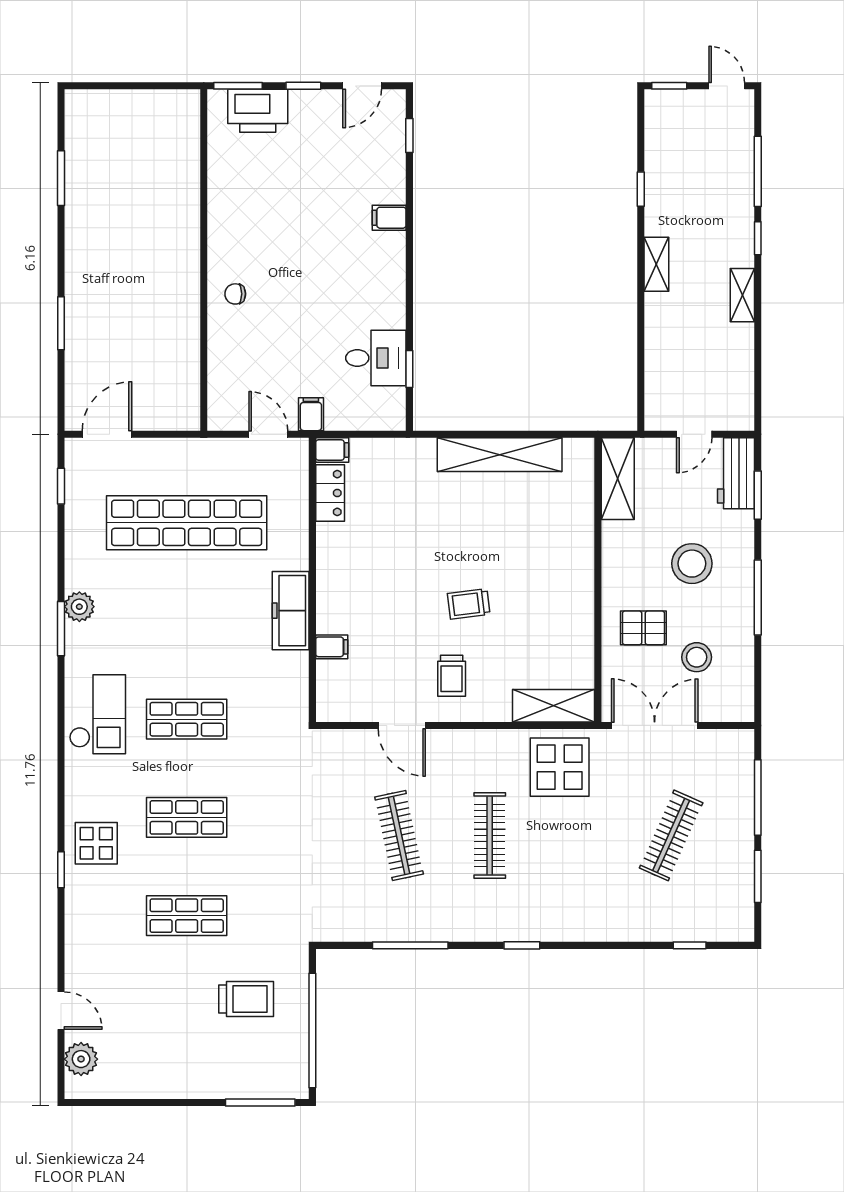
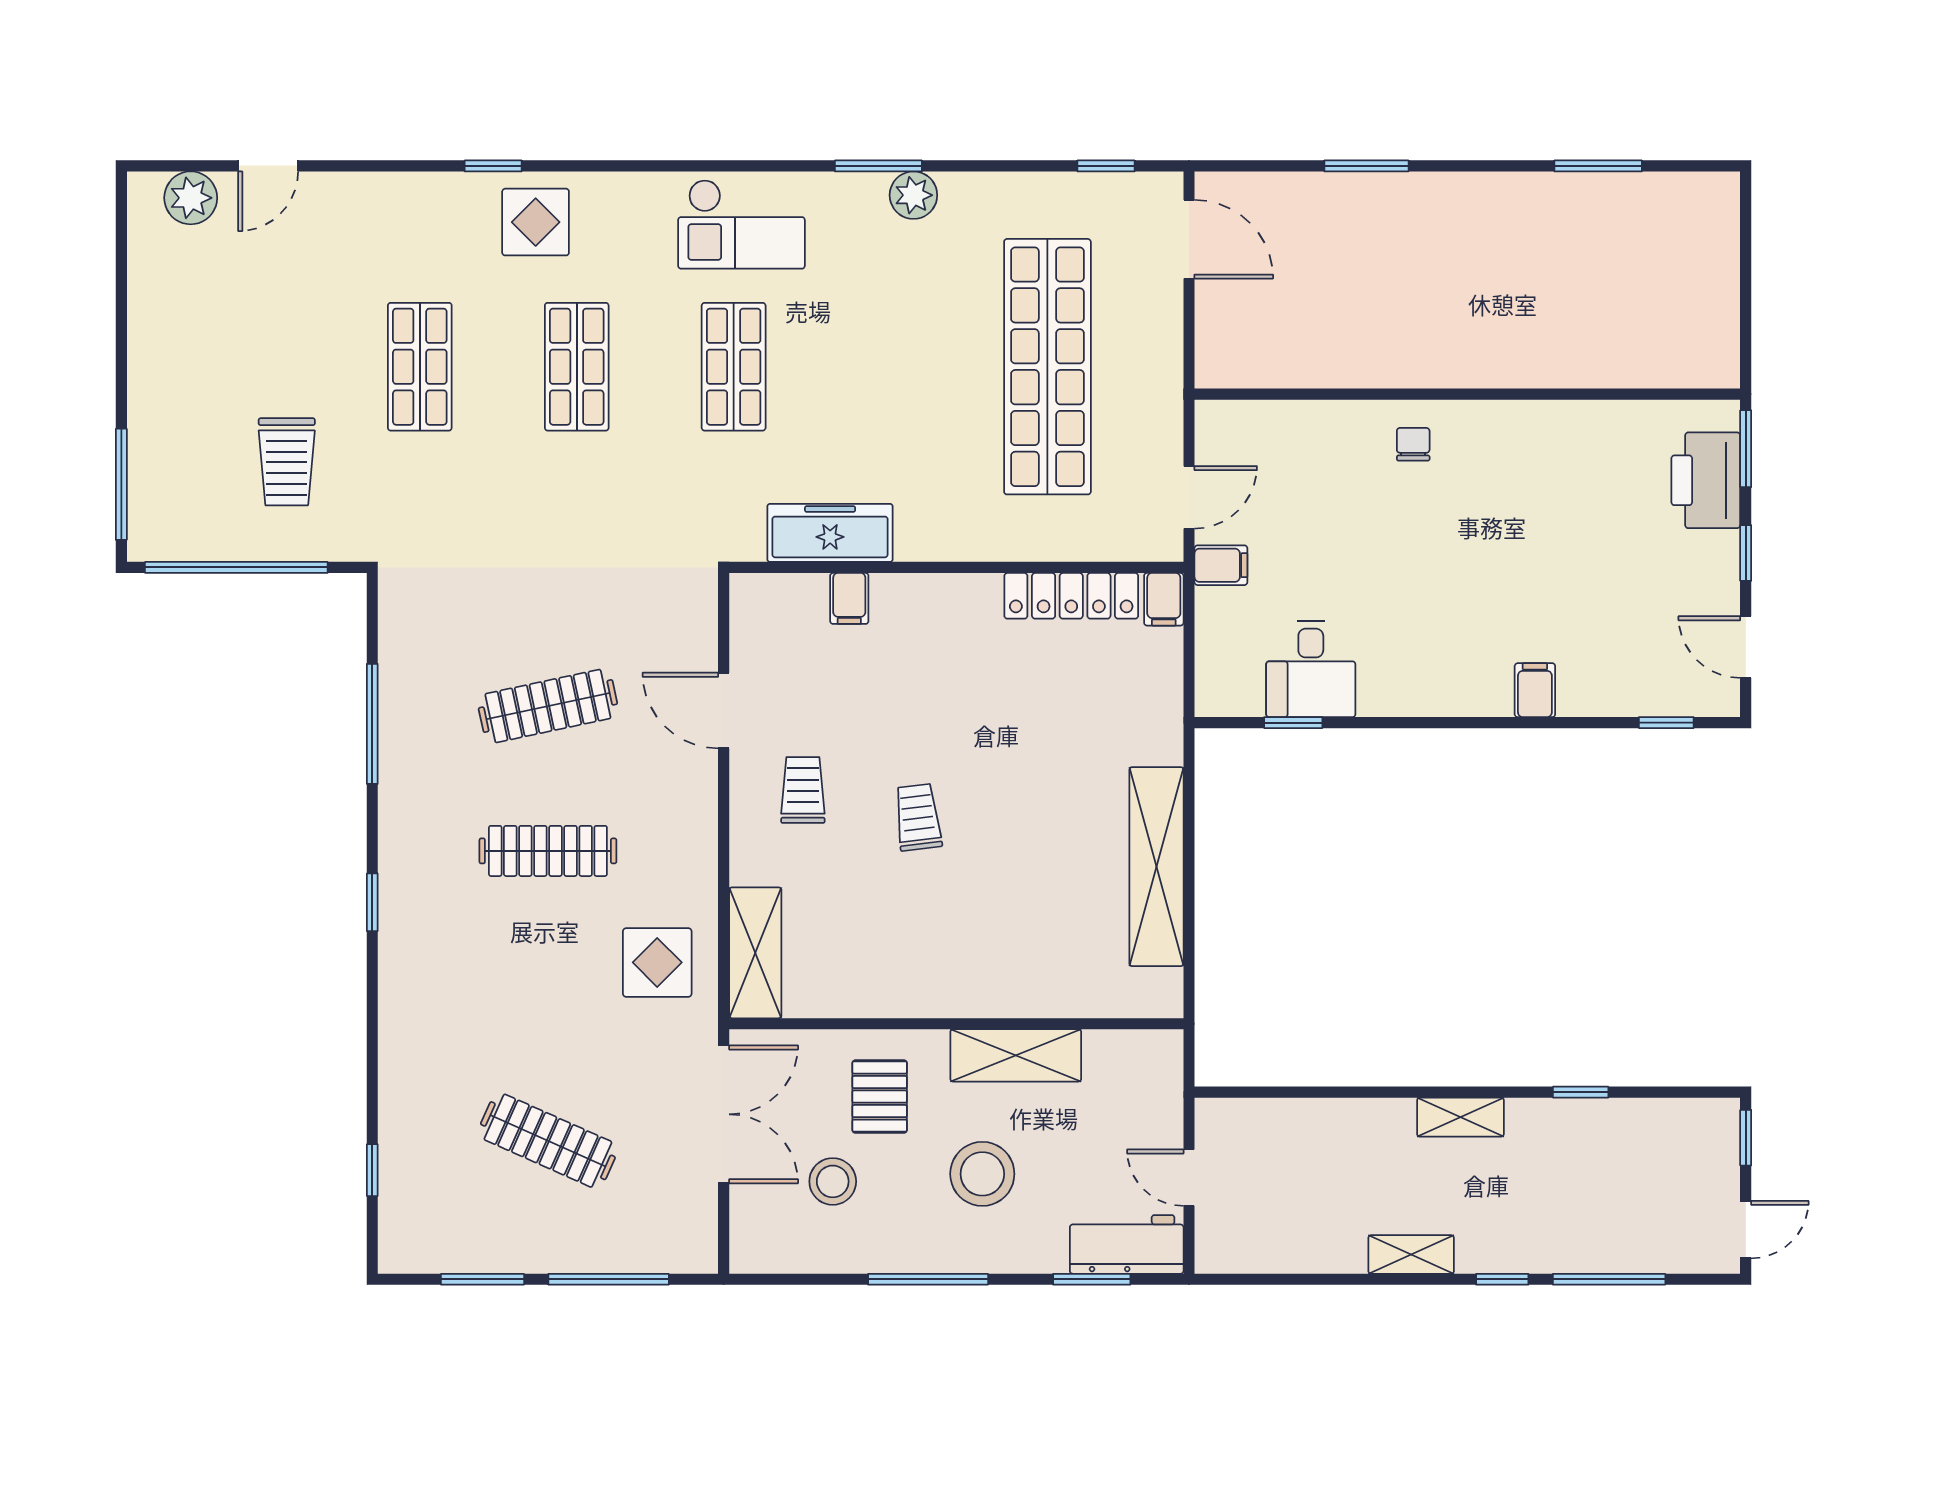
shelving: (618, 479) -> (1016, 1055), moved
locker: (330, 493) -> (1071, 596), width x1.53
freezer: (291, 611) -> (830, 533), moved
trolley: (452, 676) -> (803, 790), turned 90
door: (402, 725) -> (724, 710), hinge flipped
display table: (560, 767) -> (657, 962), width x0.73, depth x0.73

